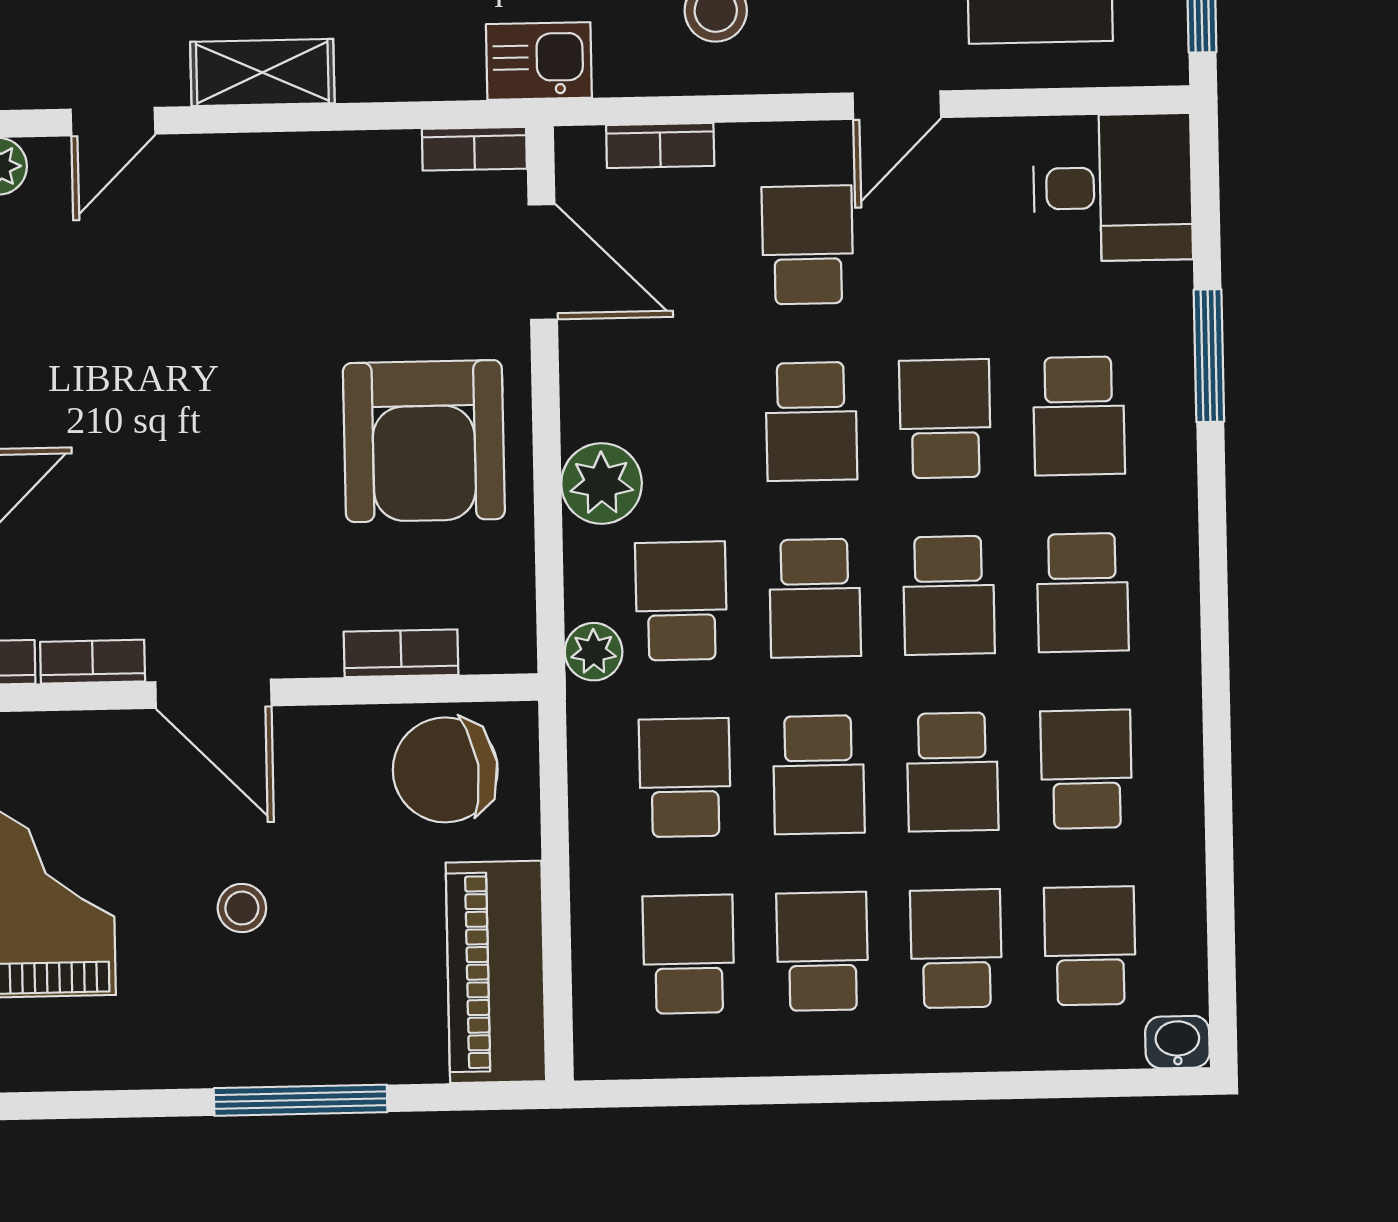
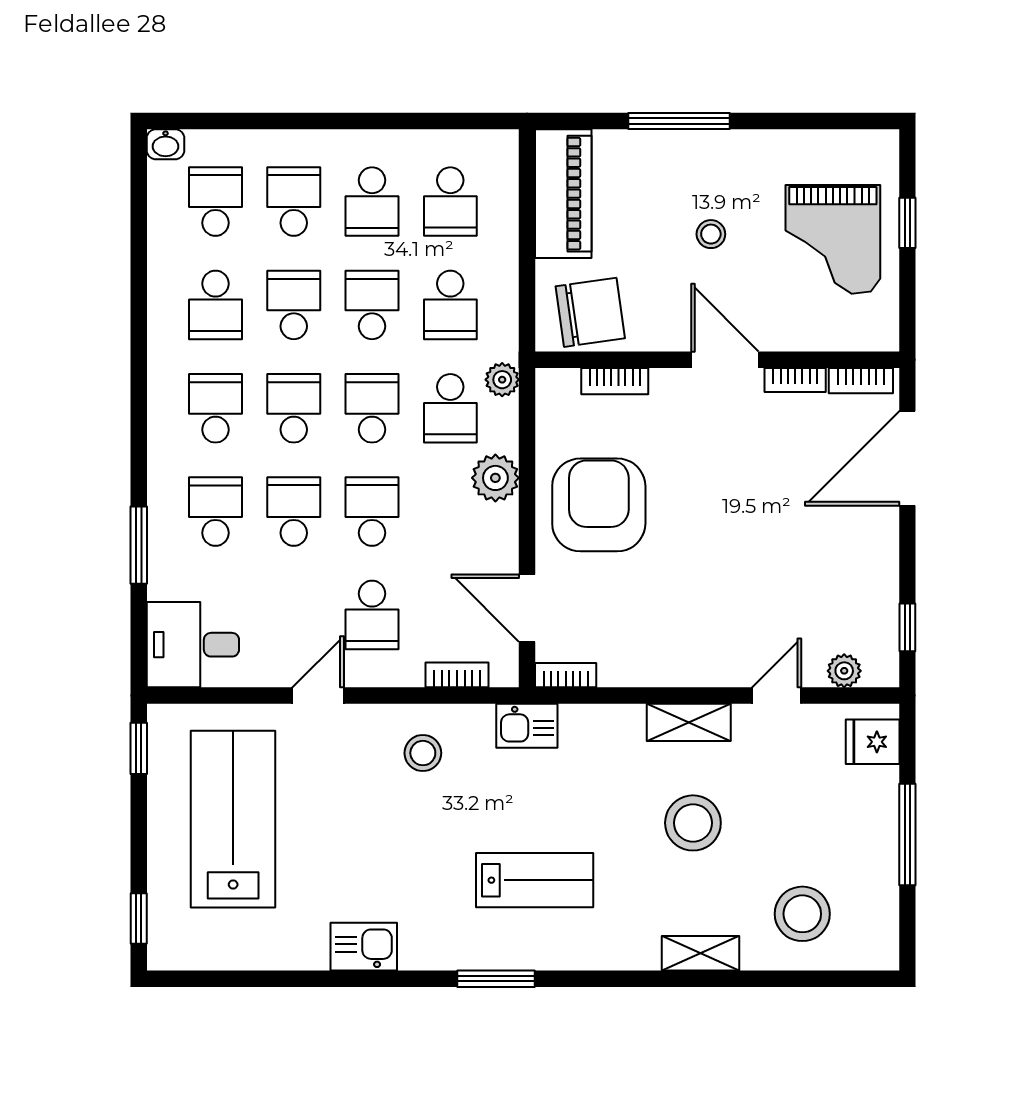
school desk: (945, 419) -> (294, 512), turned 180
school desk: (1090, 946) -> (215, 202), turned 180
school desk: (956, 949) -> (294, 202), turned 180

